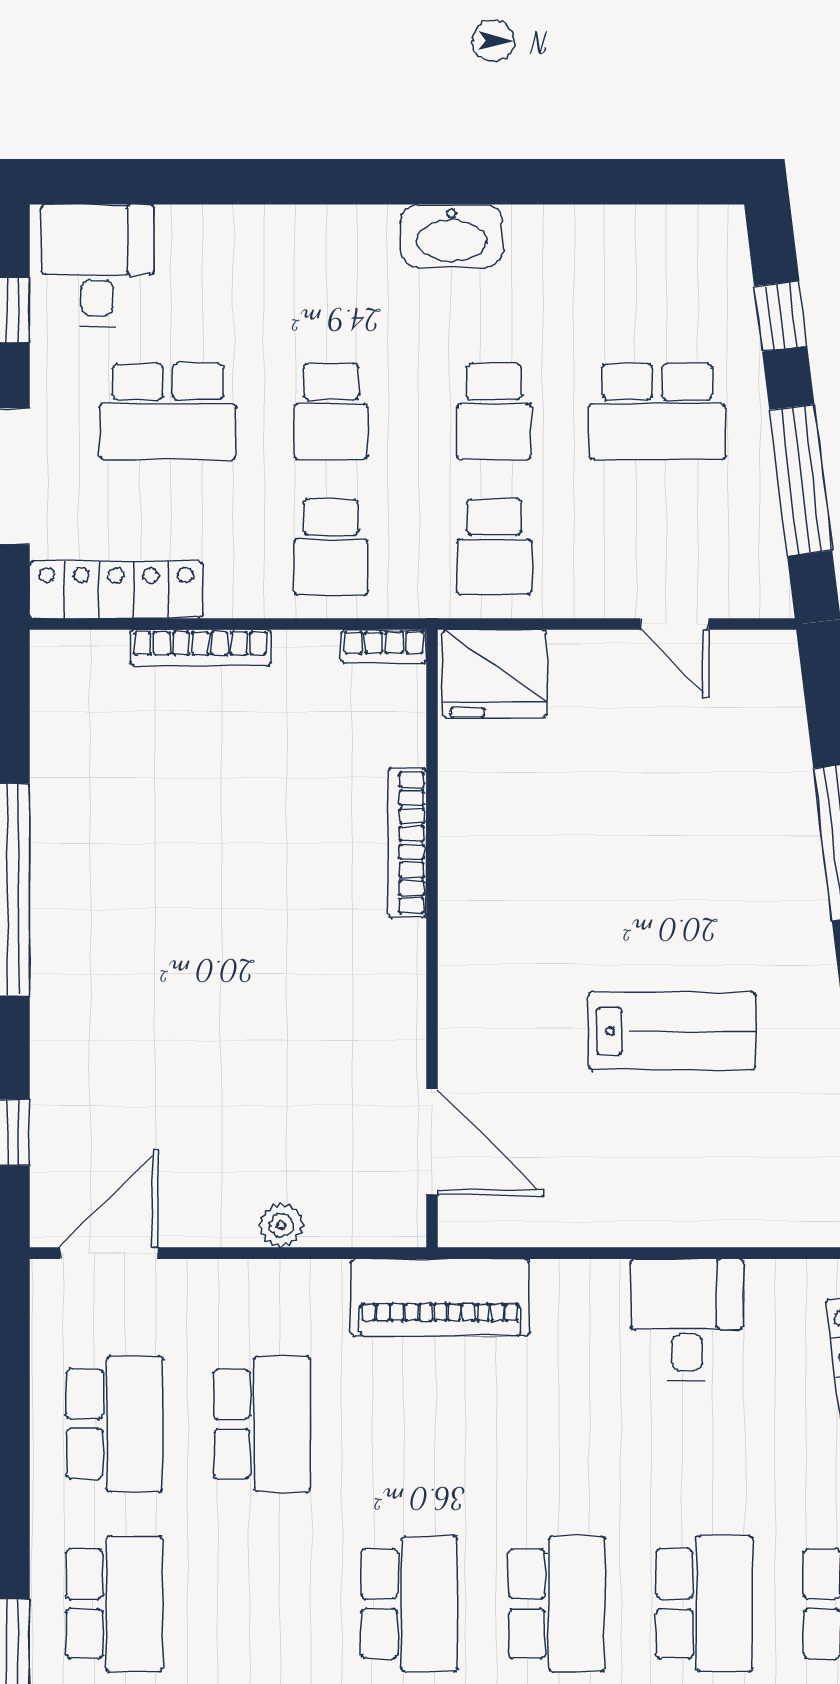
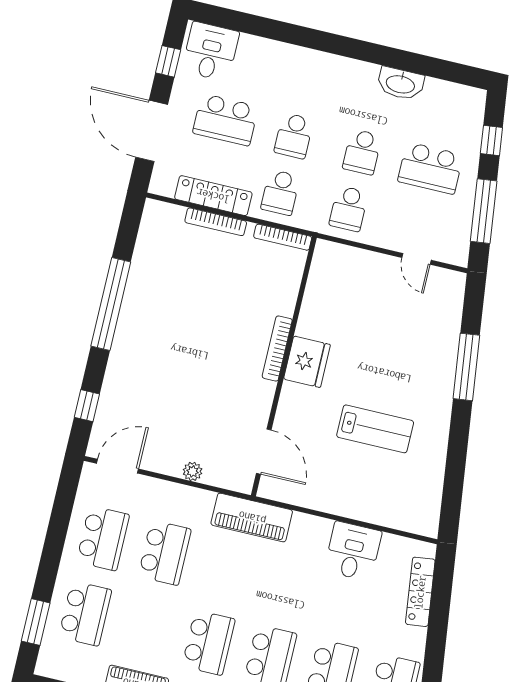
washbasin: (452, 236) -> (401, 84), moved
locker: (116, 590) -> (213, 196), moved
bookcase: (384, 647) -> (283, 237), width x1.56
fridge: (495, 674) -> (307, 362), moved, turned -90
bookcase: (407, 843) -> (277, 348), moved

